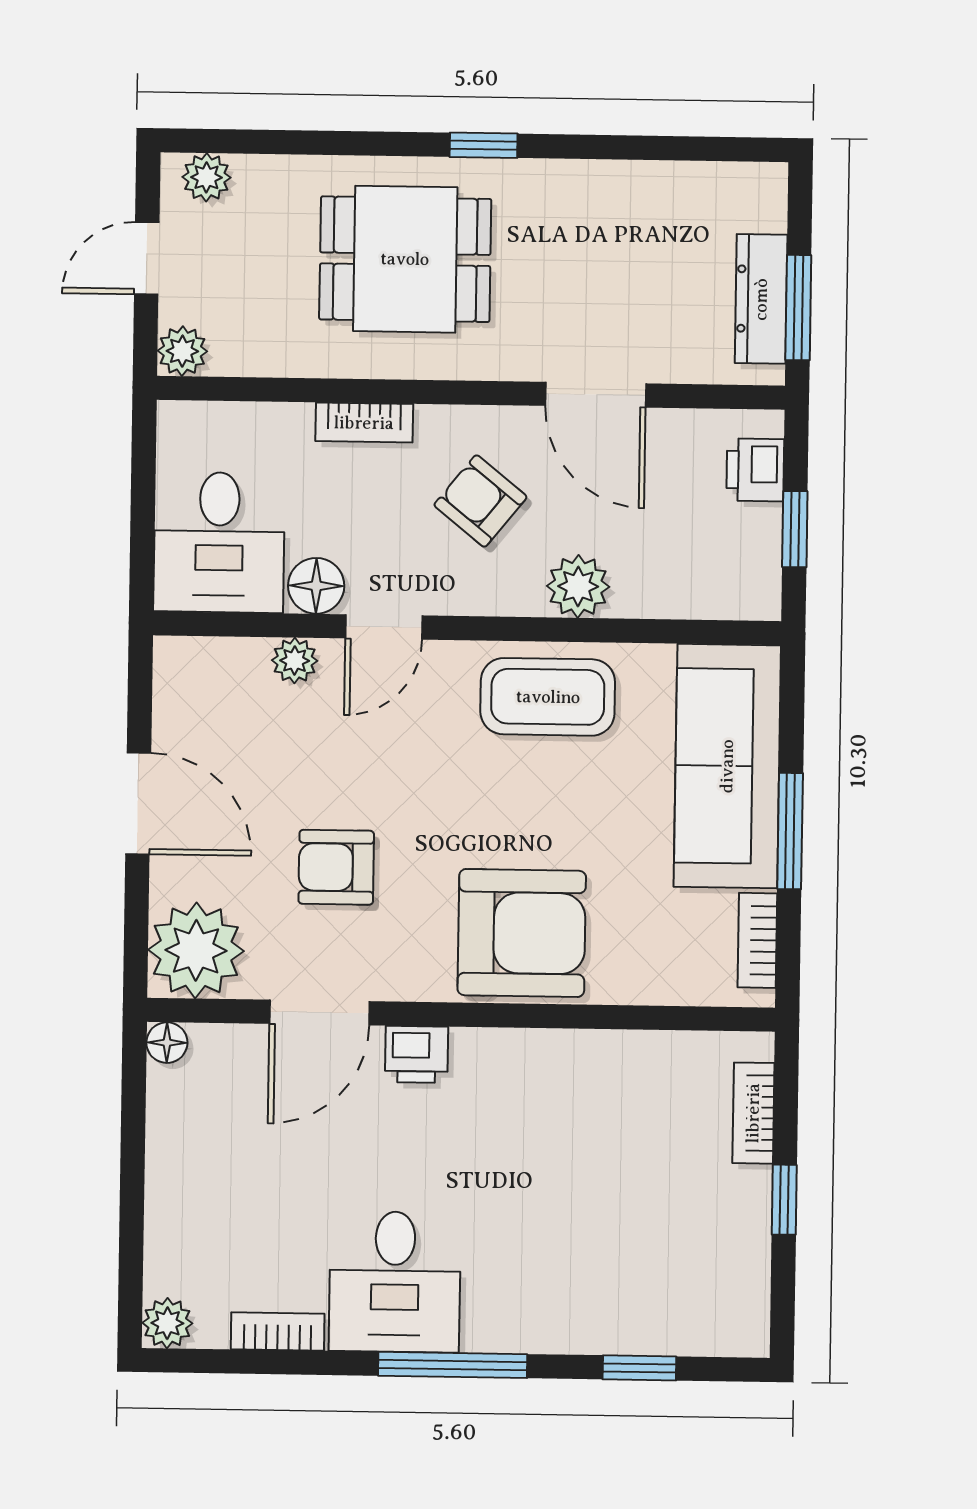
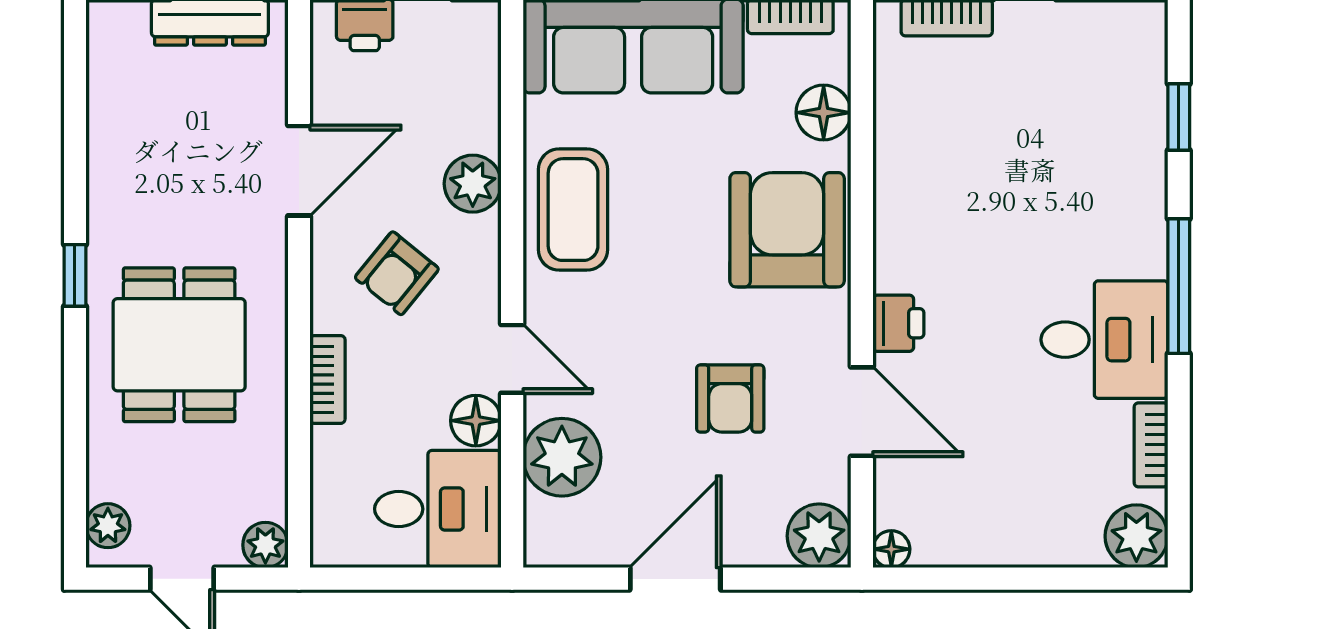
plant: (295, 661) -> (562, 457), width x1.87, depth x1.87
plant: (196, 950) -> (819, 536), width x0.73, depth x0.73
floor lamp: (651, 975) -> (824, 113), added
plant: (167, 1323) -> (1136, 536), width x1.38, depth x1.38

